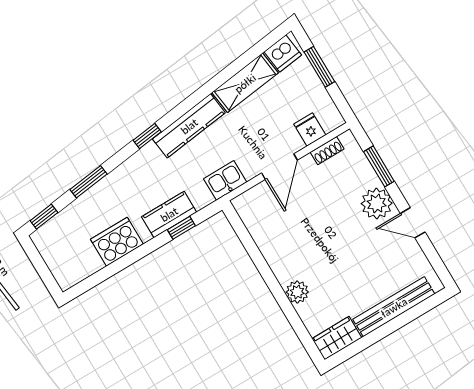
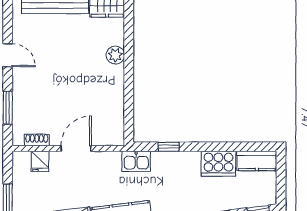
kitchen sink: (225, 180) -> (136, 161), moved
plant: (377, 203) -> (25, 83), removed
kitchen counter: (169, 214) -> (257, 161), moved

